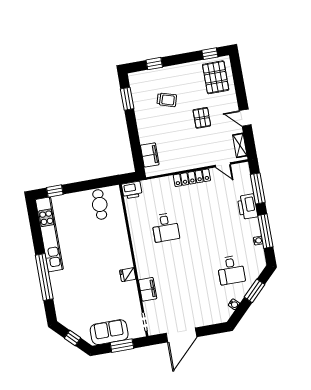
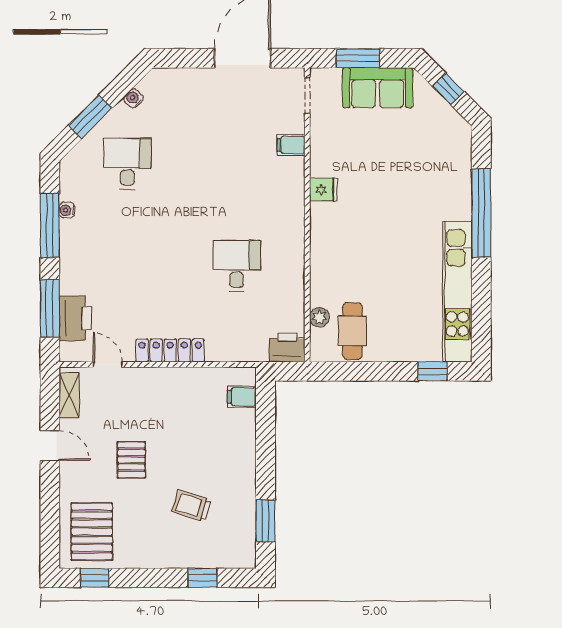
filing cabinet: (150, 155) -> (242, 397), width x0.50
printer: (247, 207) -> (75, 318), moved
plant: (118, 209) -> (319, 317), added
filing cabinet: (148, 289) -> (291, 145), width x0.50

